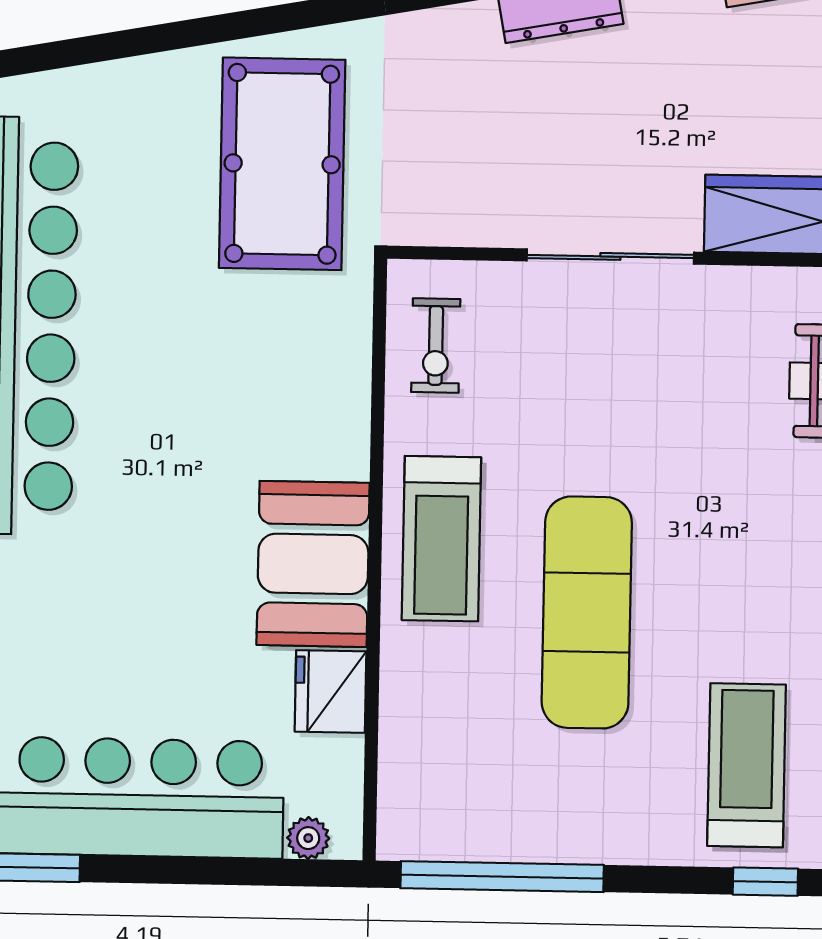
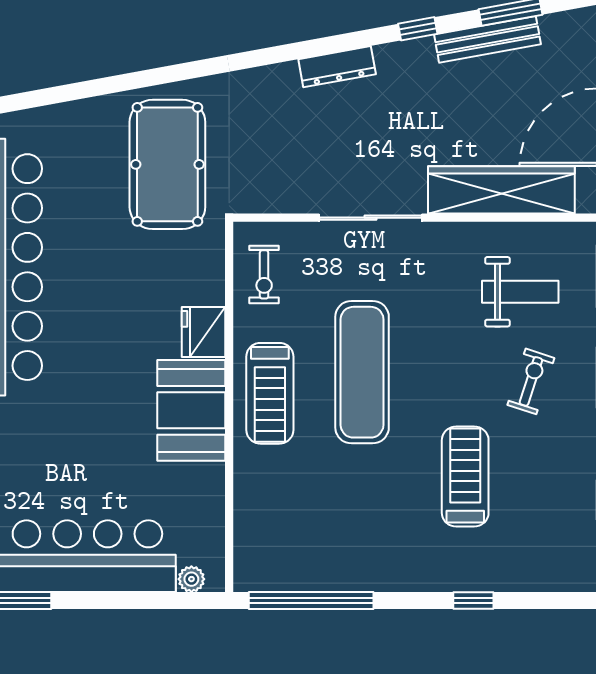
exercise mat: (587, 612) -> (362, 372), moved
fridge: (331, 691) -> (203, 332), moved
treadmill: (747, 765) -> (465, 477), moved

